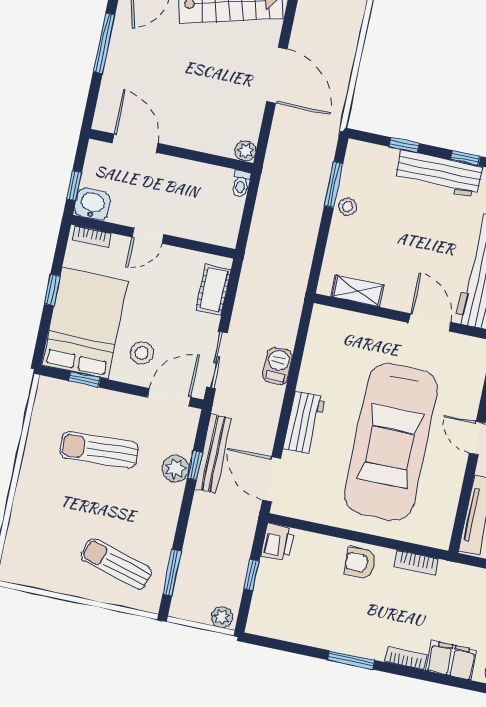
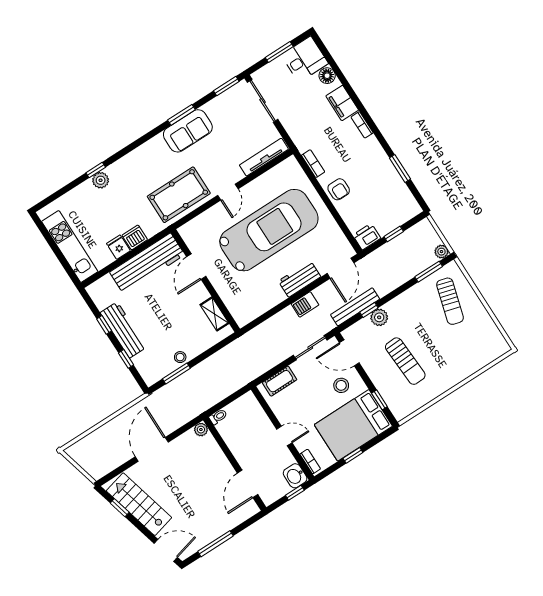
barbecue: (278, 366) -> (305, 304), moved
plant: (222, 617) -> (441, 252), moved
window: (351, 660) -> (400, 169), moved

